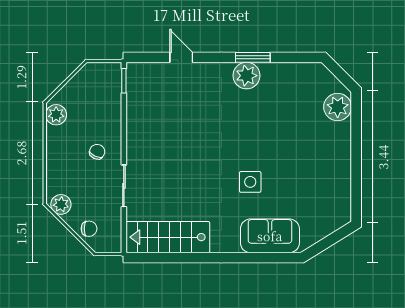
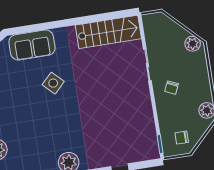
side table: (250, 182) -> (53, 83), turned 45
chair: (89, 229) -> (182, 138), moved

